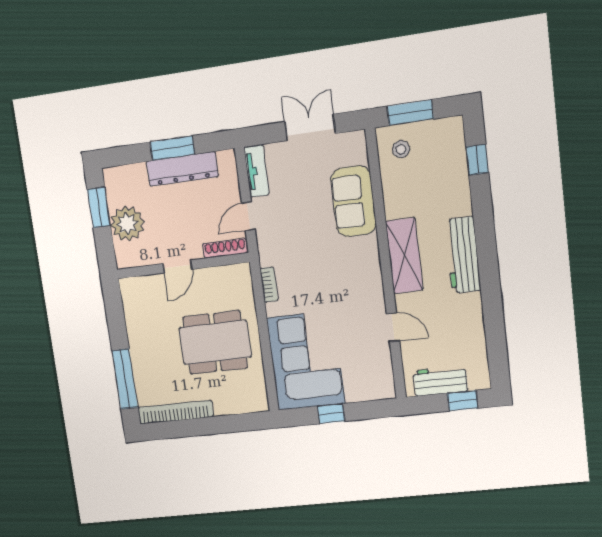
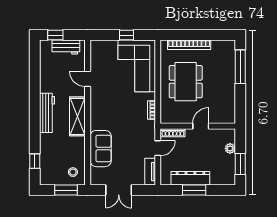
plant: (127, 224) -> (230, 148), width x0.53, depth x0.53
dining table: (215, 342) -> (186, 82), turned 90
bookcase: (175, 412) -> (189, 45), moved

